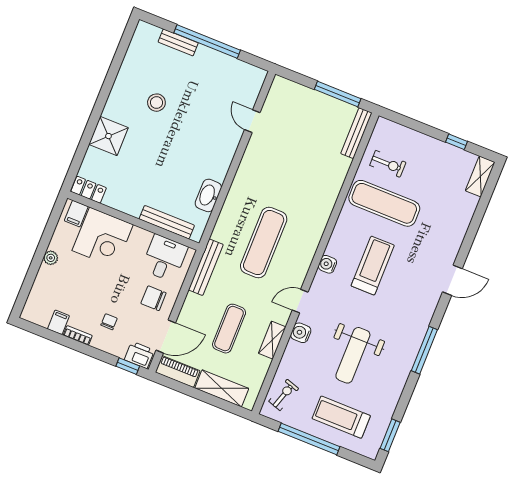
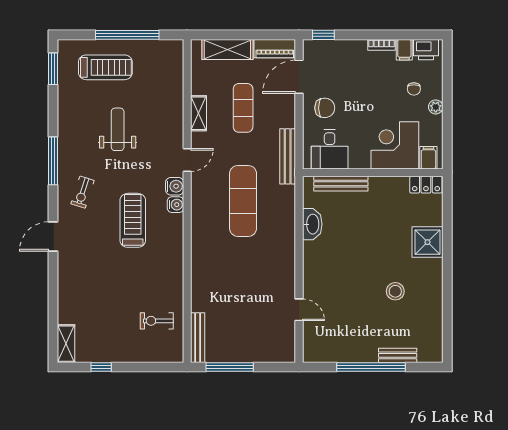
exercise mat: (384, 203) -> (145, 283), removed
treadmill: (373, 266) -> (133, 220), turned 180
chair: (109, 322) -> (414, 89), moved
water cooler: (301, 333) -> (175, 186), moved
printer: (139, 355) -> (426, 50), moved
weight bench: (353, 355) -> (118, 129), width x0.73, depth x0.75
exercise bike: (284, 395) -> (83, 192), moved

